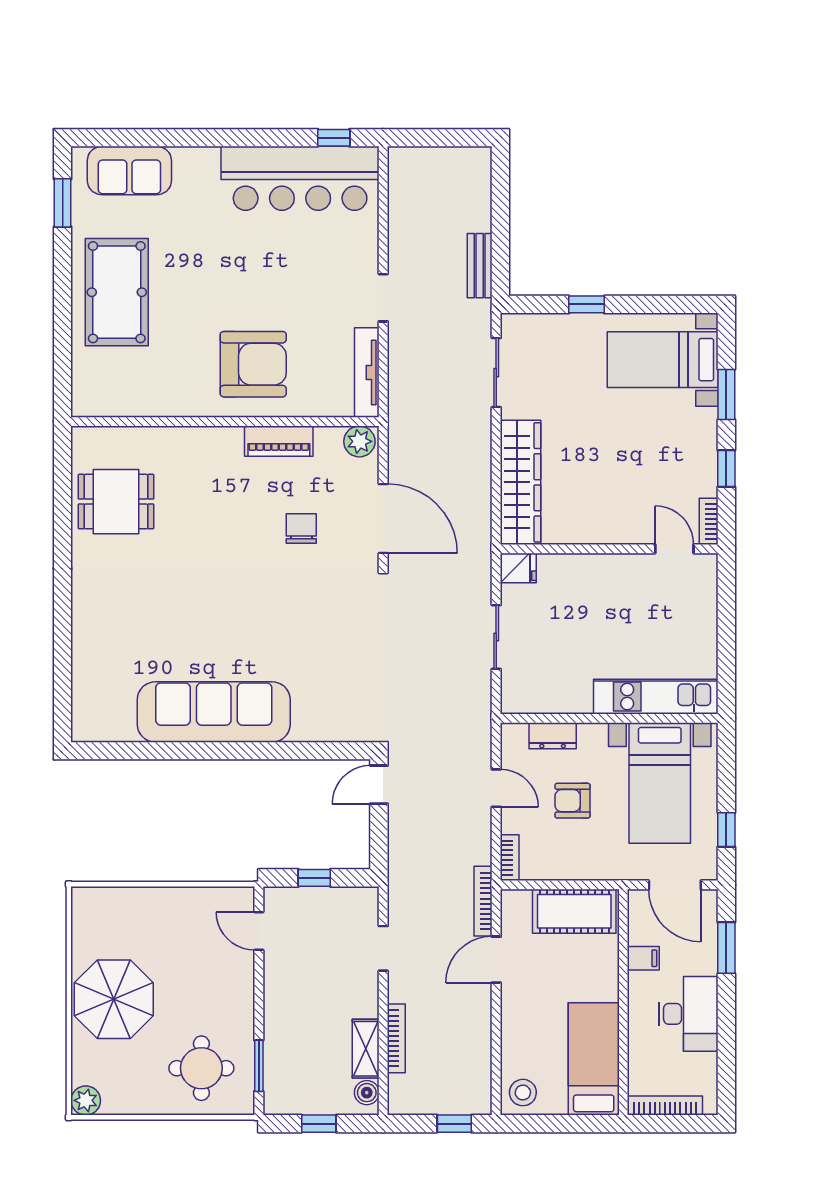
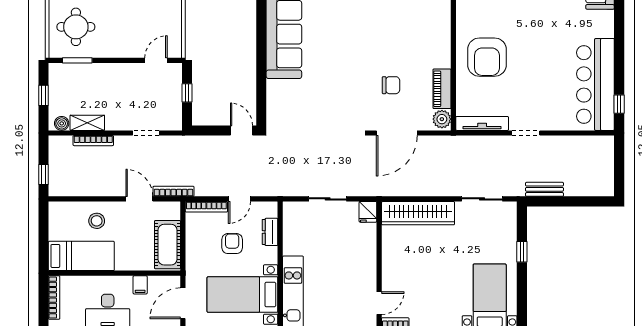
piano: (279, 441) -> (442, 89), moved
bookcase: (510, 858) -> (206, 207), width x1.56
stool: (523, 1093) -> (97, 221), moved

